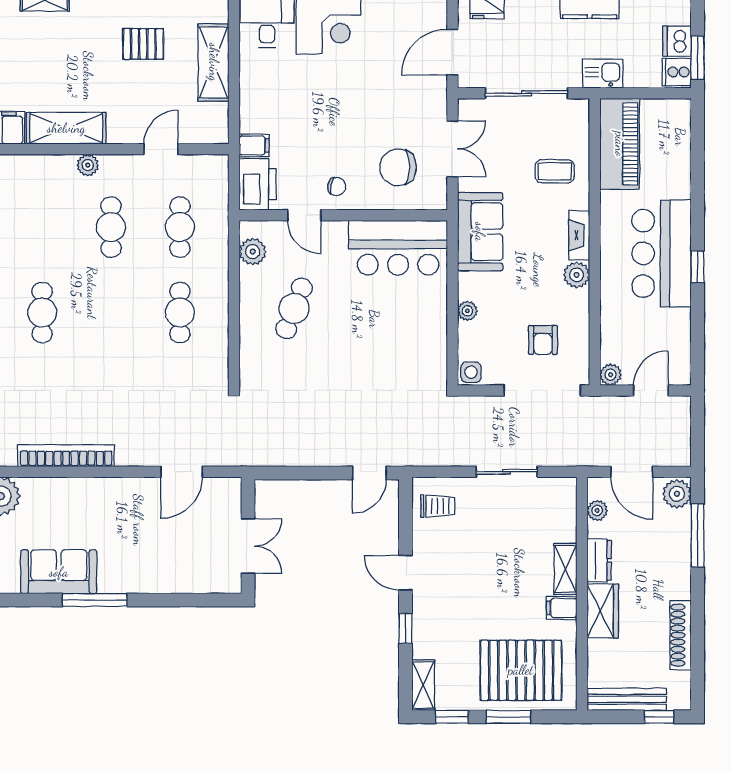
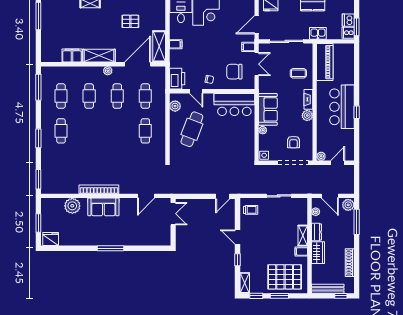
shelving: (214, 62) -> (159, 46), moved
filing cabinet: (432, 107) -> (248, 47), added
filing cabinet: (254, 145) -> (176, 44), moved
door: (161, 149) -> (138, 64), width x1.88
sofa: (480, 232) -> (268, 109), moved
cafe table: (294, 308) -> (192, 129), width x1.37, depth x1.35
cafe table: (42, 312) -> (89, 96), moved
double door: (248, 546) -> (173, 214), moved
sofa: (59, 572) -> (103, 207), moved, turned 180

